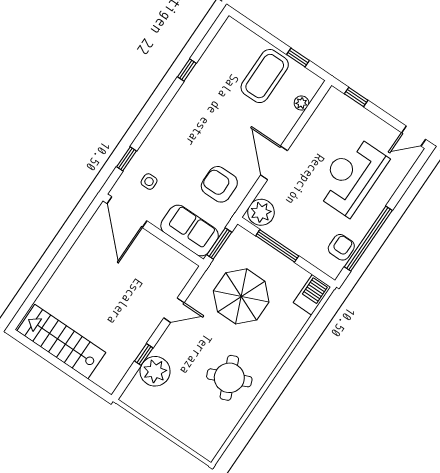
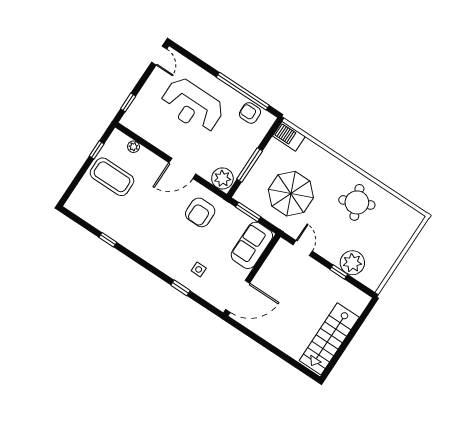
door: (127, 212) -> (238, 296), moved
wall: (153, 230) -> (252, 275), moved
sofa: (190, 231) -> (252, 245), moved

